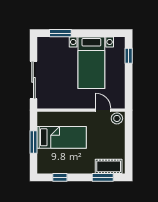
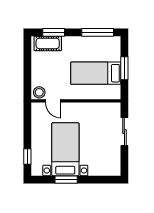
window: (60, 33) -> (66, 180), moved
sliding door: (33, 80) -> (124, 132), width x0.73
window: (60, 177) -> (98, 32), width x2.17

